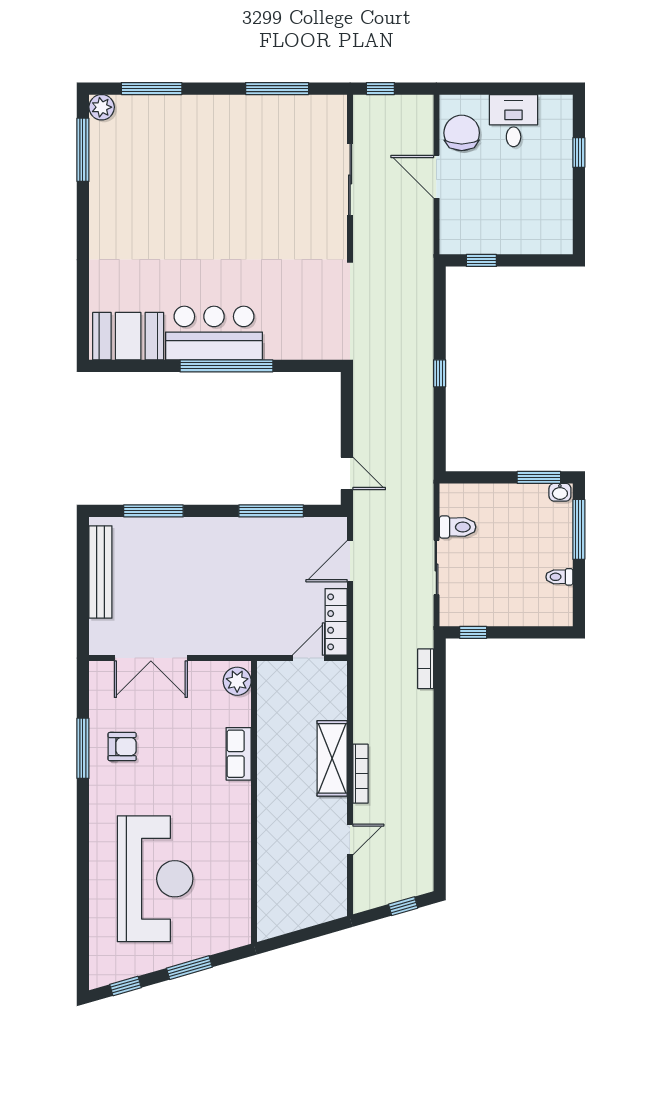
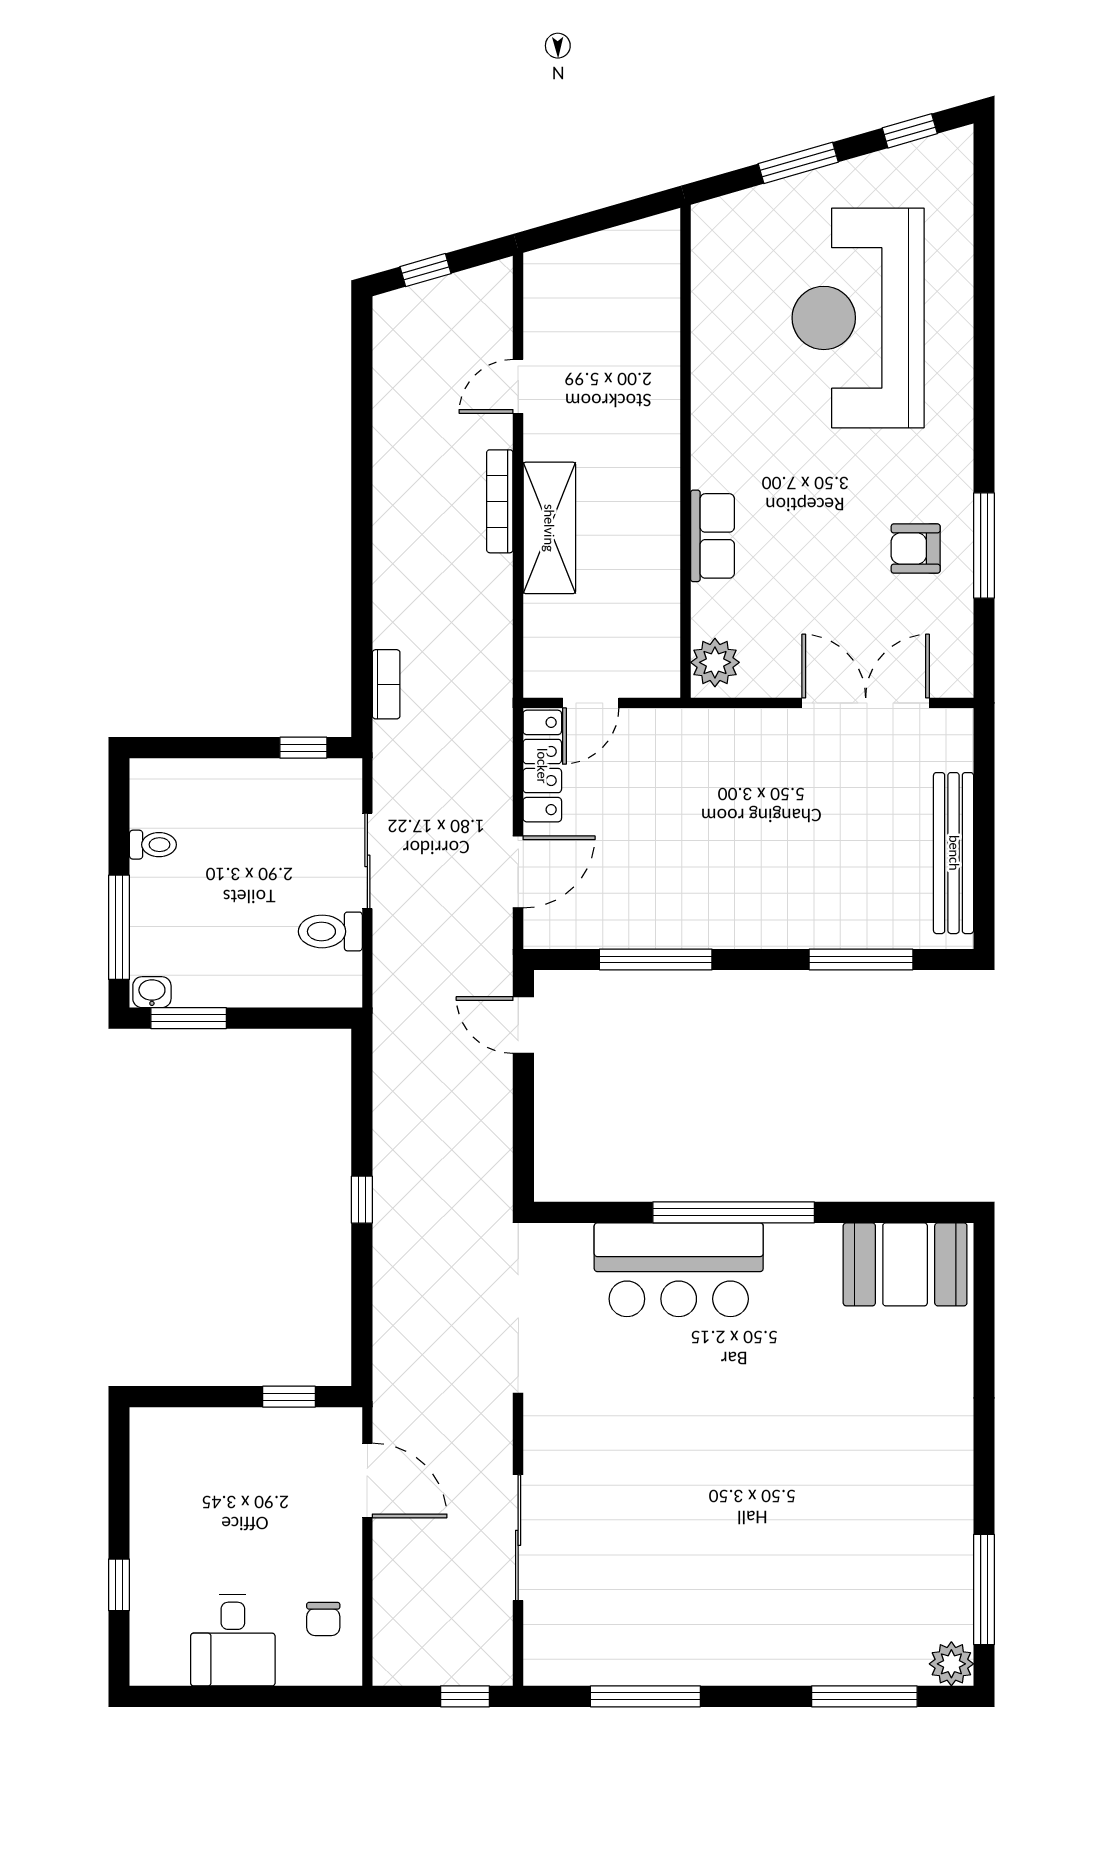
chair: (462, 133) -> (323, 1619), width x0.54, depth x0.54
door: (436, 177) -> (367, 1480), moved
bar counter: (214, 333) -> (679, 1270), moved

